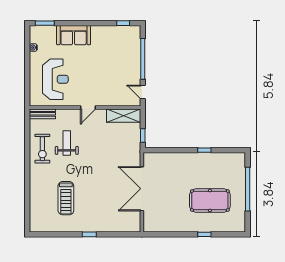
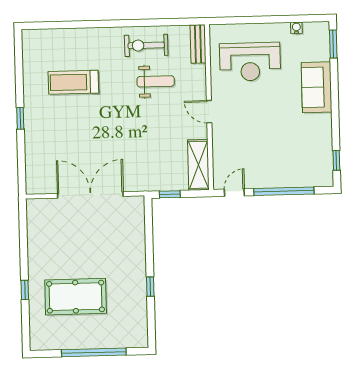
pool table: (210, 200) -> (76, 297), turned 90

